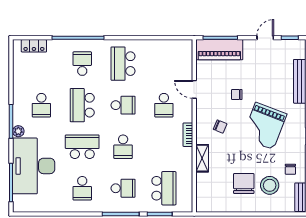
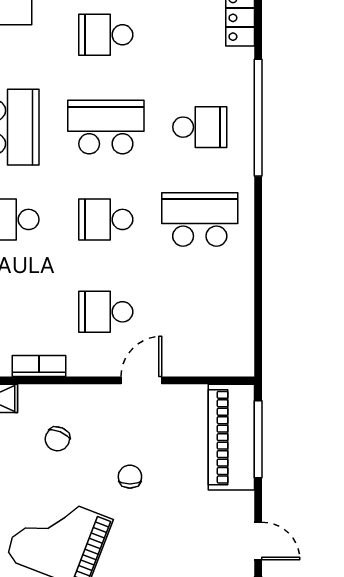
school desk: (123, 105) -> (106, 219), turned 90

